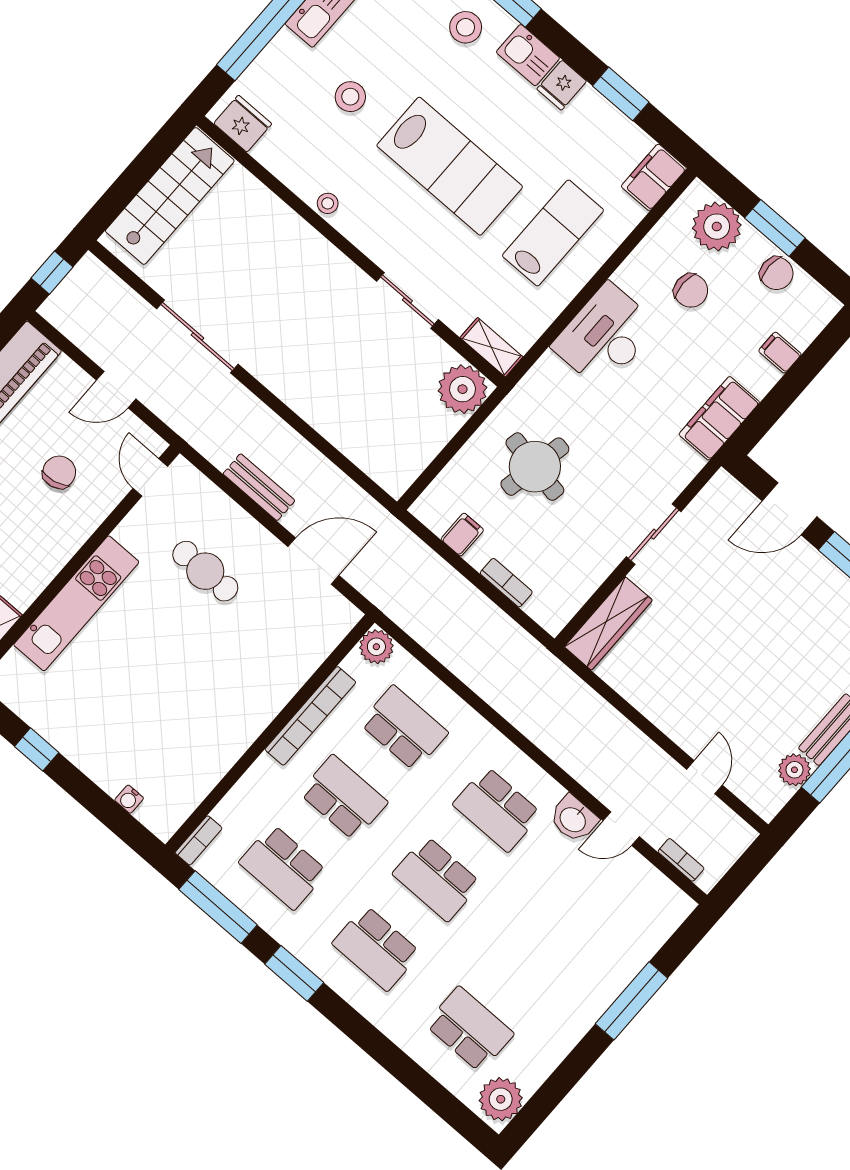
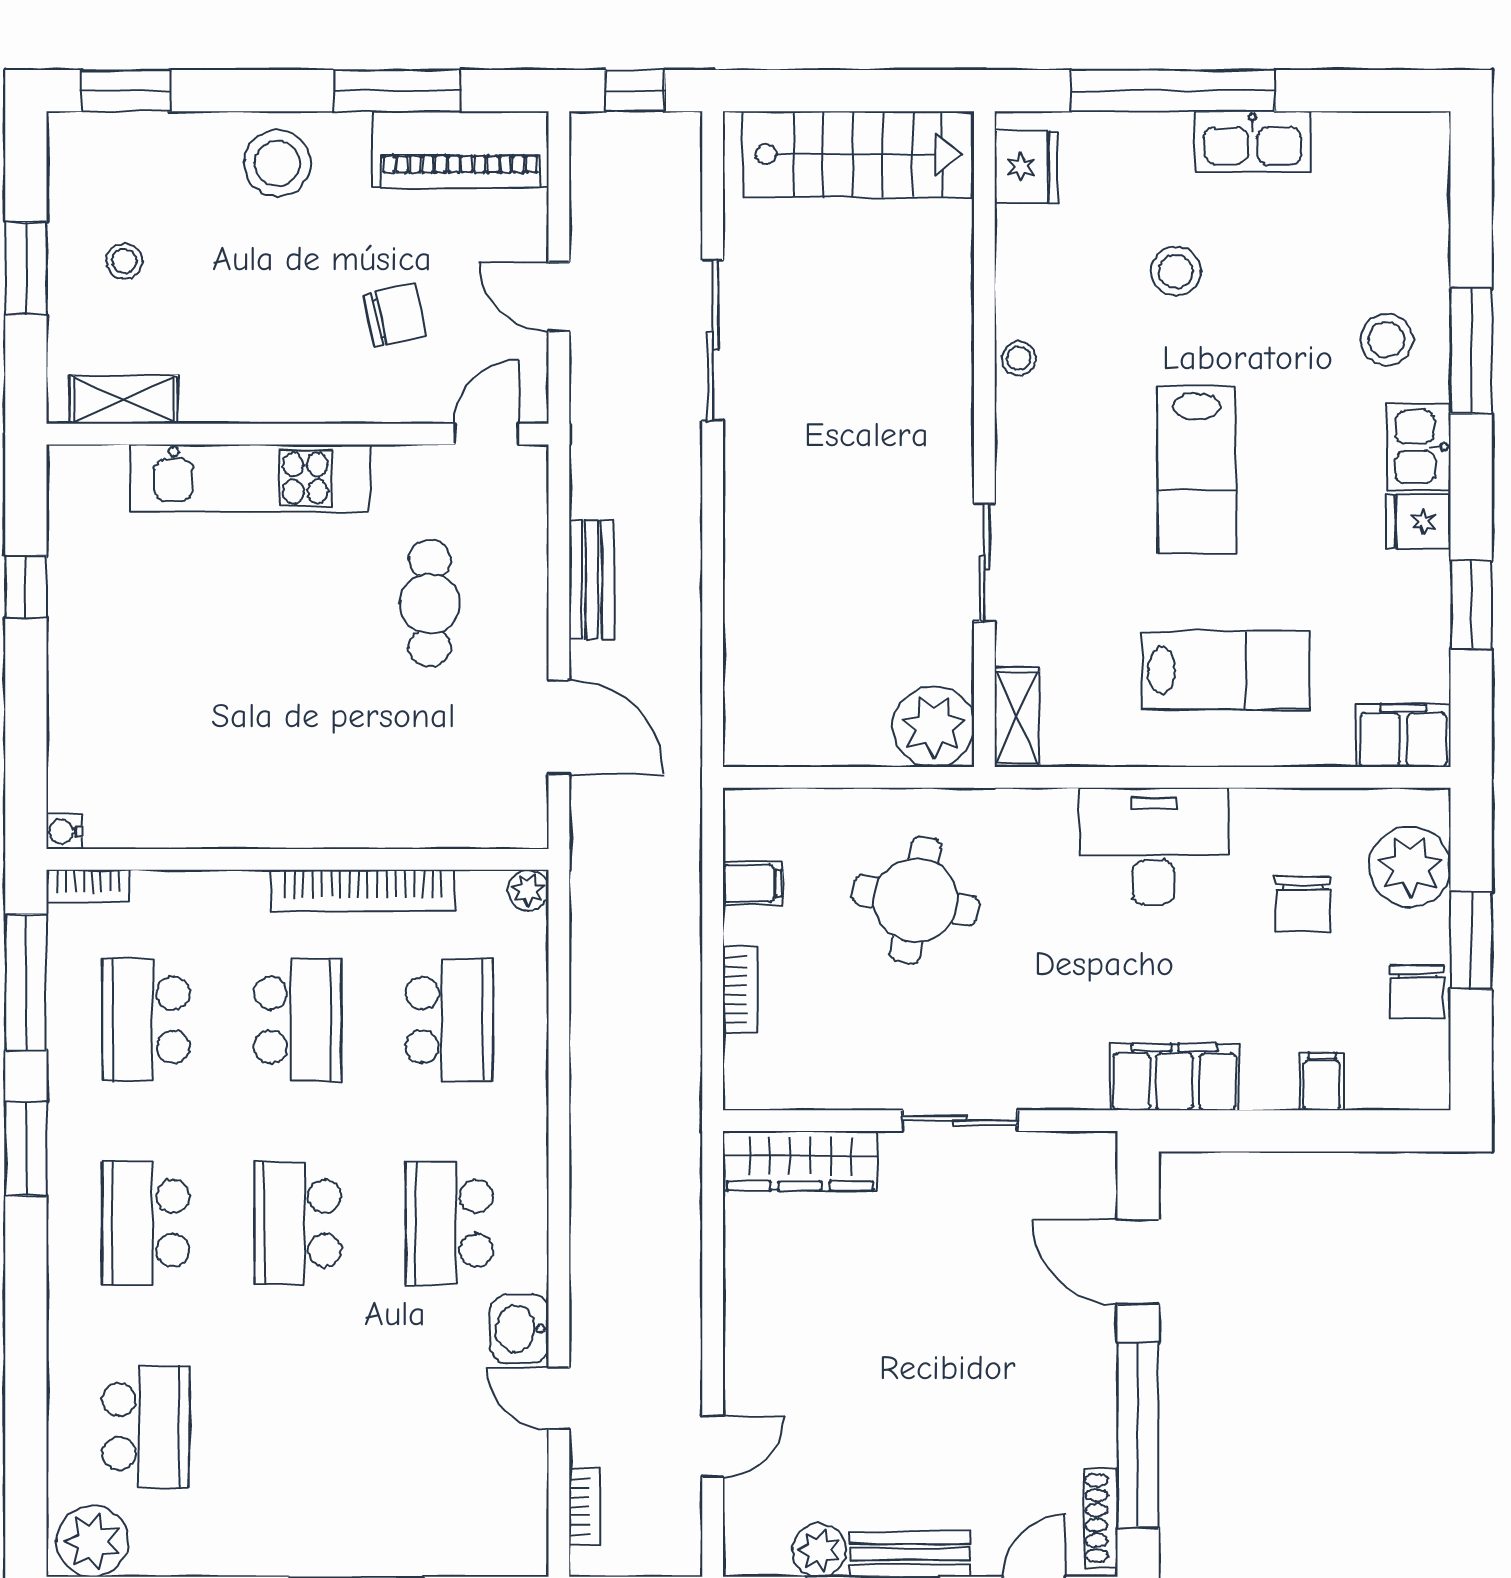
lab bench: (450, 166) -> (1197, 470), width x0.73, depth x0.72
plant: (376, 647) -> (528, 890), width x0.73, depth x0.73
water cooler: (129, 799) -> (64, 831), moved

